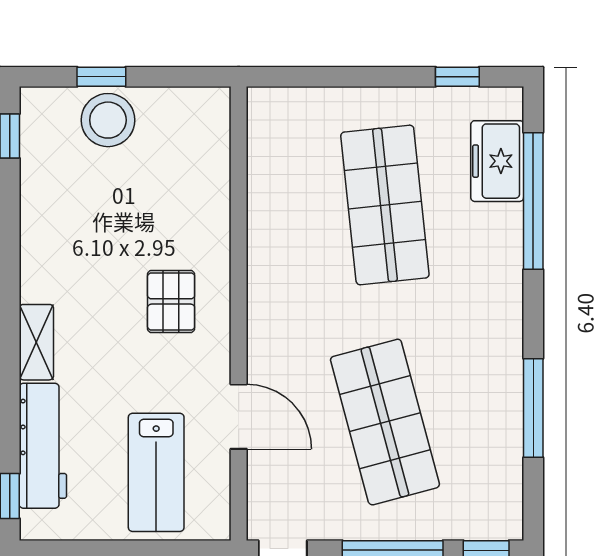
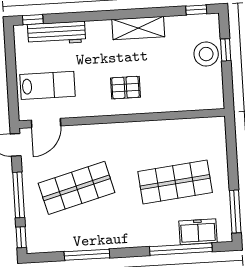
window: (457, 77) -> (235, 211), width x2.17
shelving: (36, 342) -> (138, 28), moved, width x1.50, depth x1.33
door: (239, 417) -> (46, 123), moved
lab bench: (156, 472) -> (48, 85), turned 180

